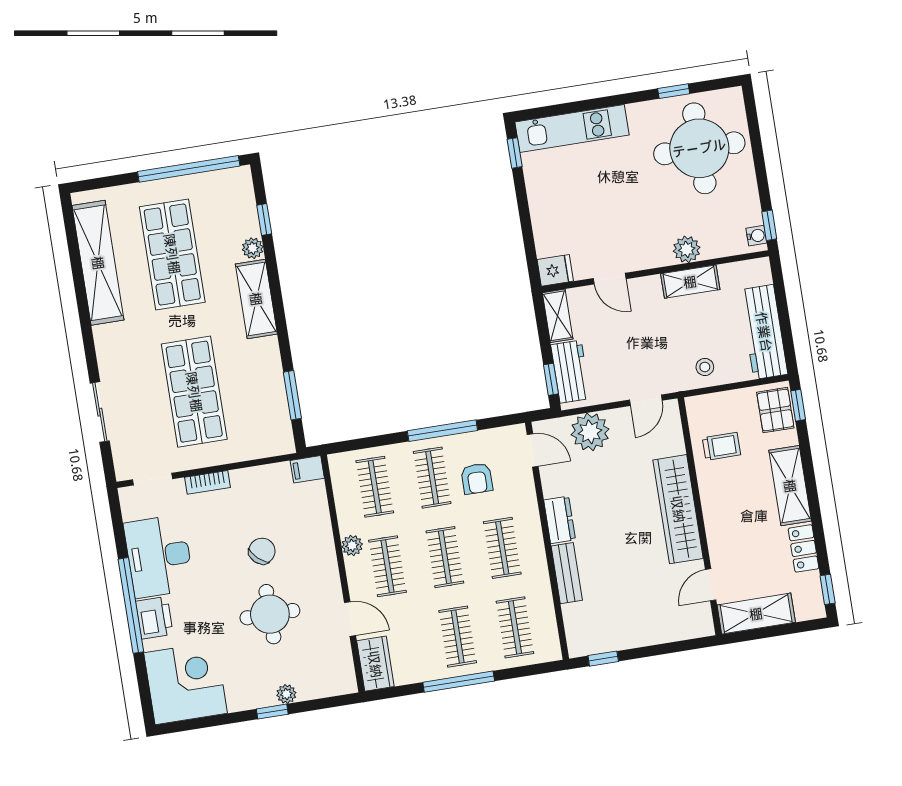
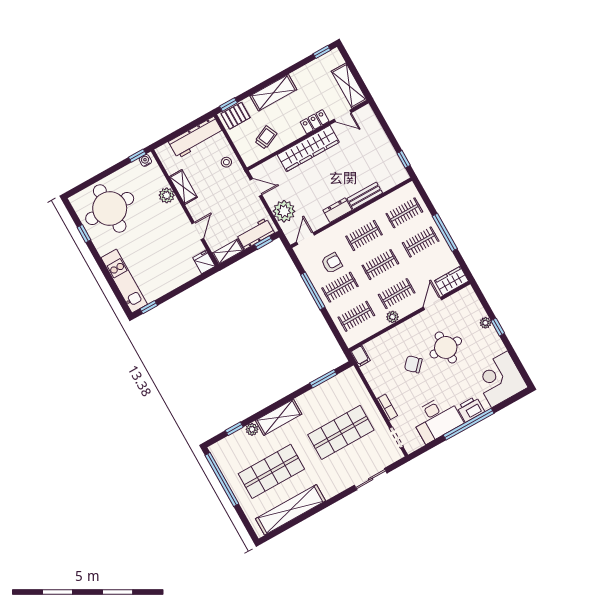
trolley: (722, 446) -> (266, 137), turned 66
locker: (804, 548) -> (315, 122), moved, turned 180

